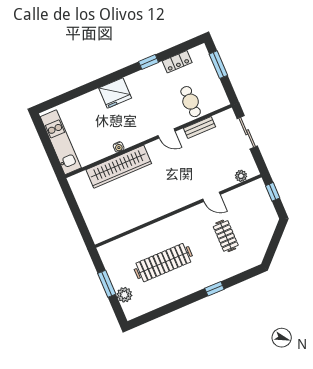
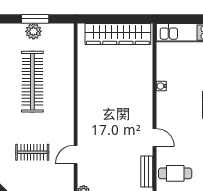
door: (167, 133) -> (155, 137), swing flipped
wardrobe: (119, 167) -> (118, 34), moved, turned -90
plant: (124, 295) -> (33, 31), moved

